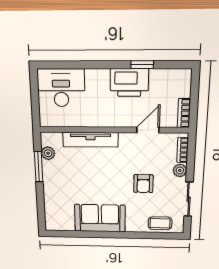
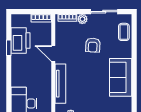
printer: (129, 83) -> (21, 40), moved
door: (148, 130) -> (53, 53), moved
armchair: (143, 184) -> (93, 45), turned 93

